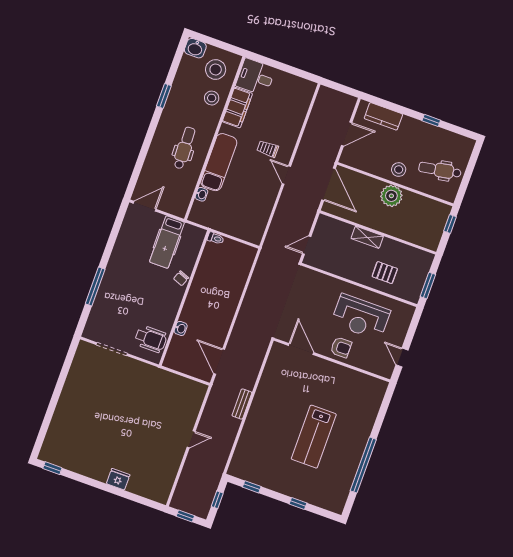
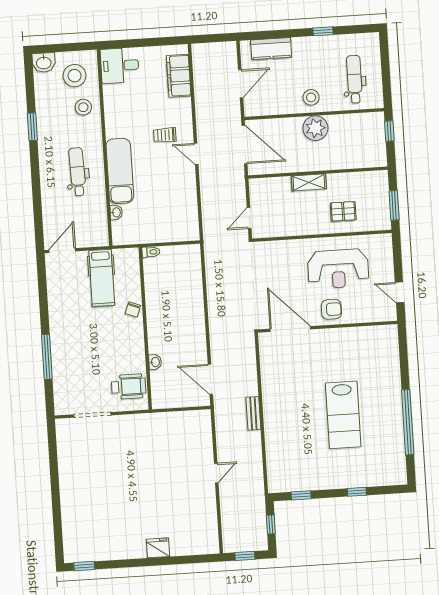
filing cabinet: (237, 108) -> (179, 76), moved, turned 180
dental chair: (440, 170) -> (354, 79), turned 100
door: (301, 349) -> (290, 329), width x1.36

